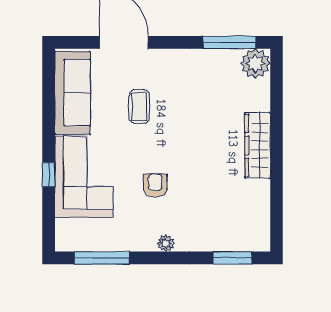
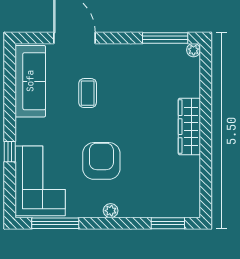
plant: (255, 63) -> (194, 50), width x0.53, depth x0.53
corner sofa: (84, 177) -> (40, 181), moved
armchair: (155, 185) -> (101, 161), width x1.88, depth x1.88

